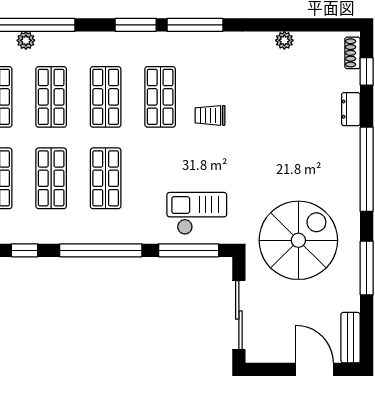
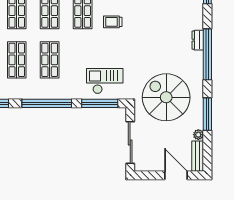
dresser: (351, 109) -> (198, 40), moved
spiral stairs: (298, 240) -> (166, 97), turned -90
plant: (352, 302) -> (198, 135), added

